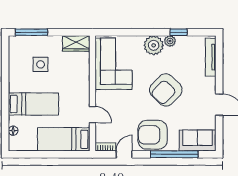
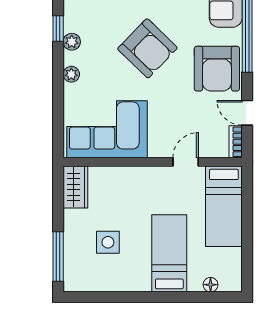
plant: (154, 45) -> (71, 74), width x0.53, depth x0.53

